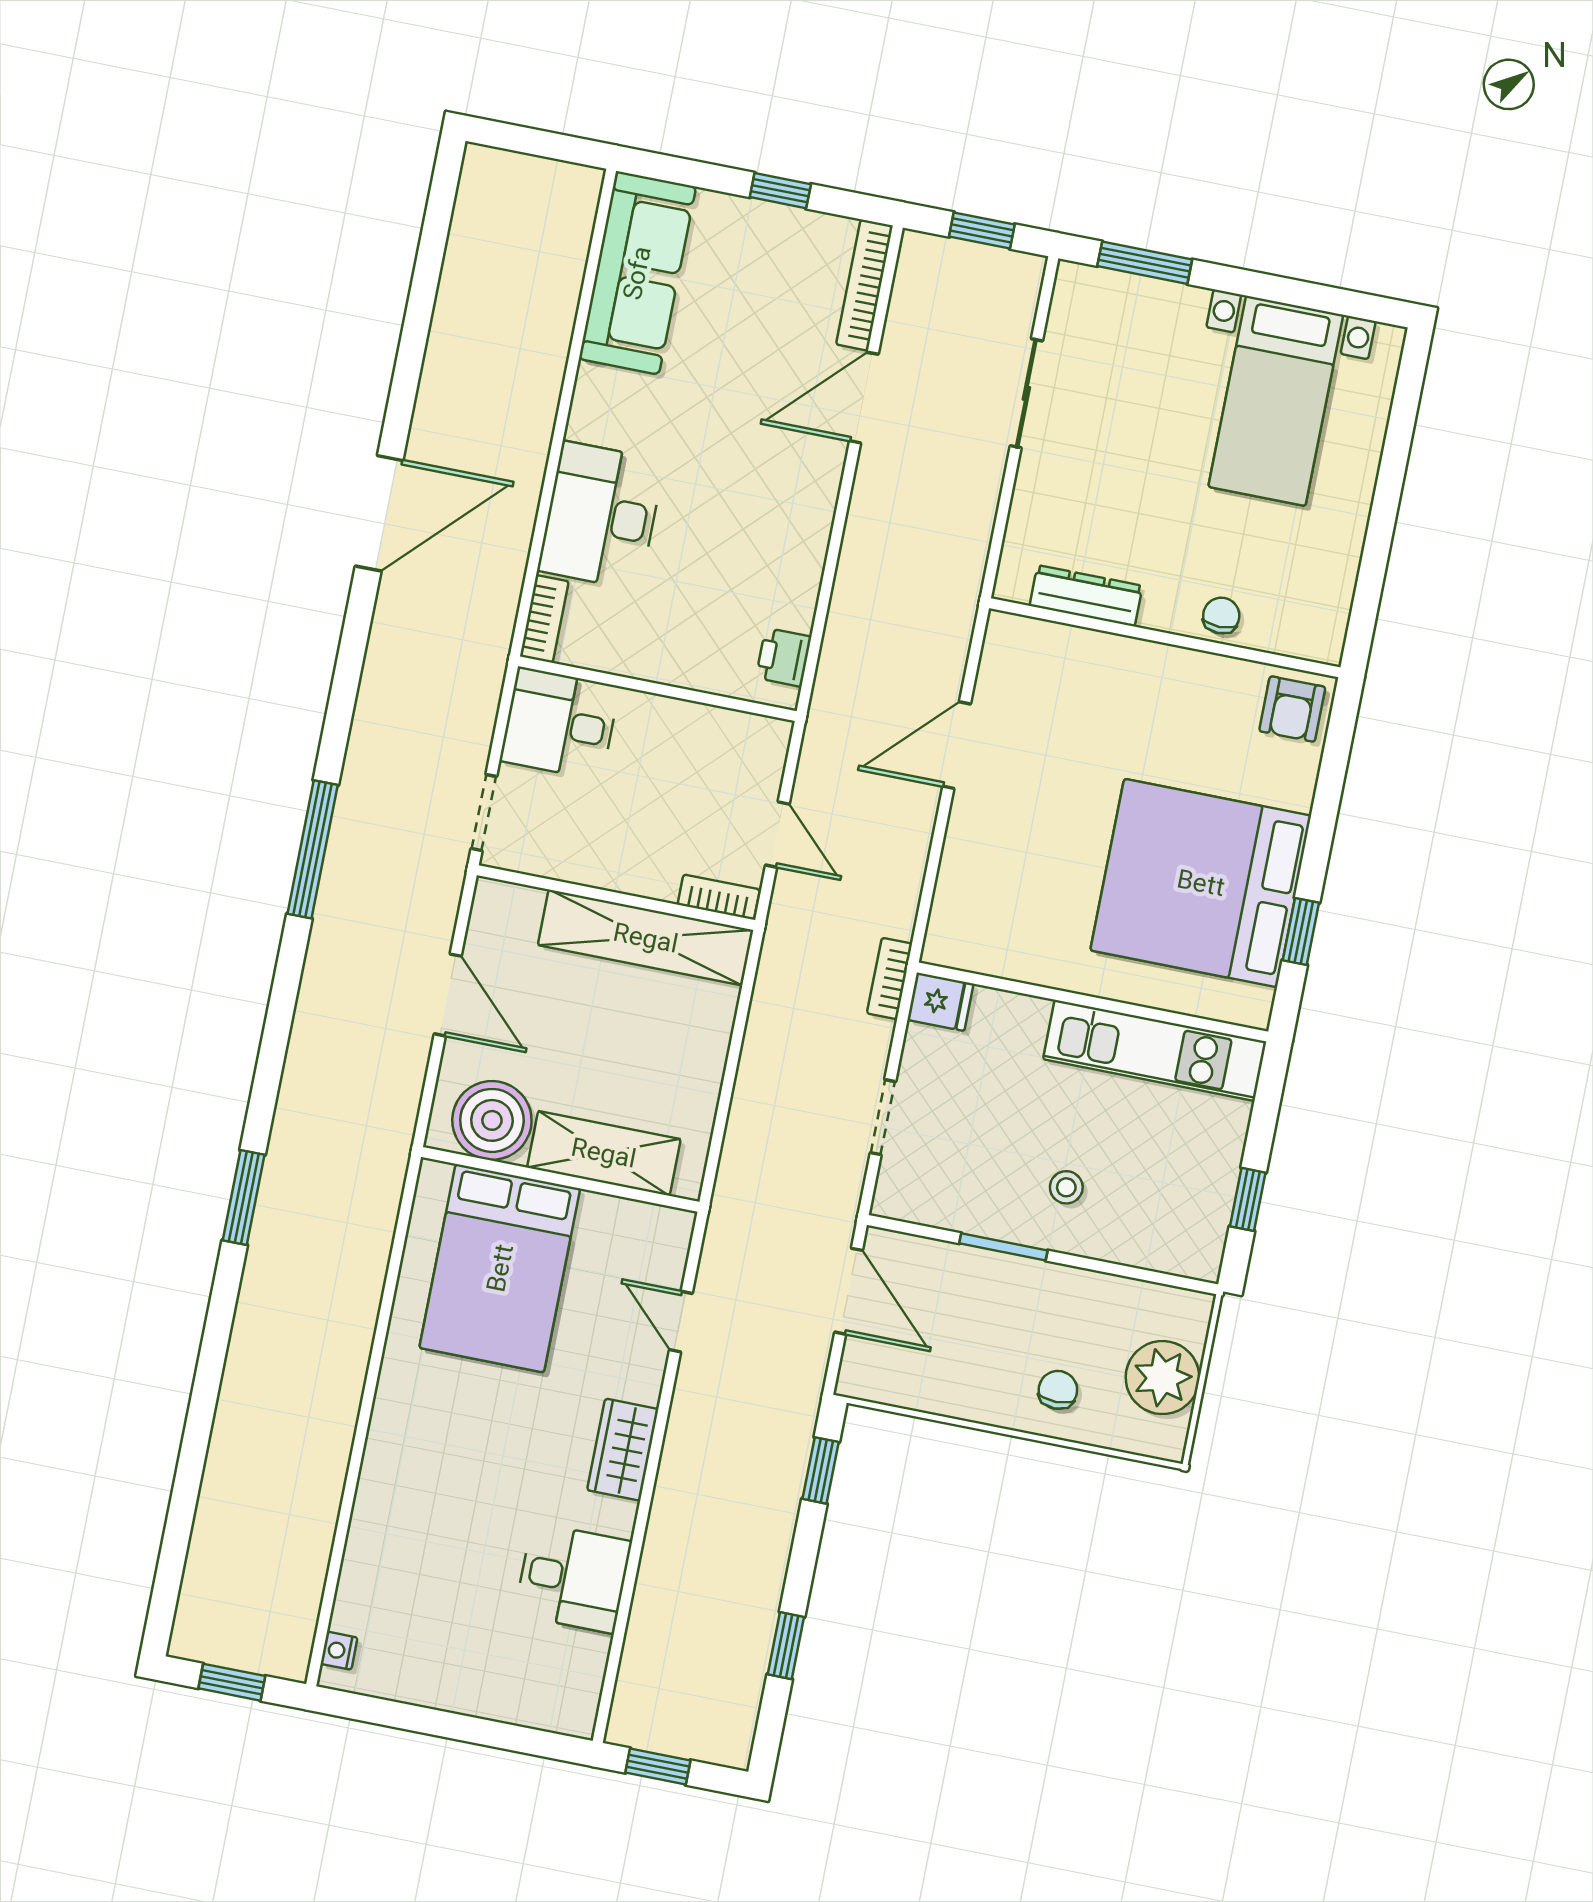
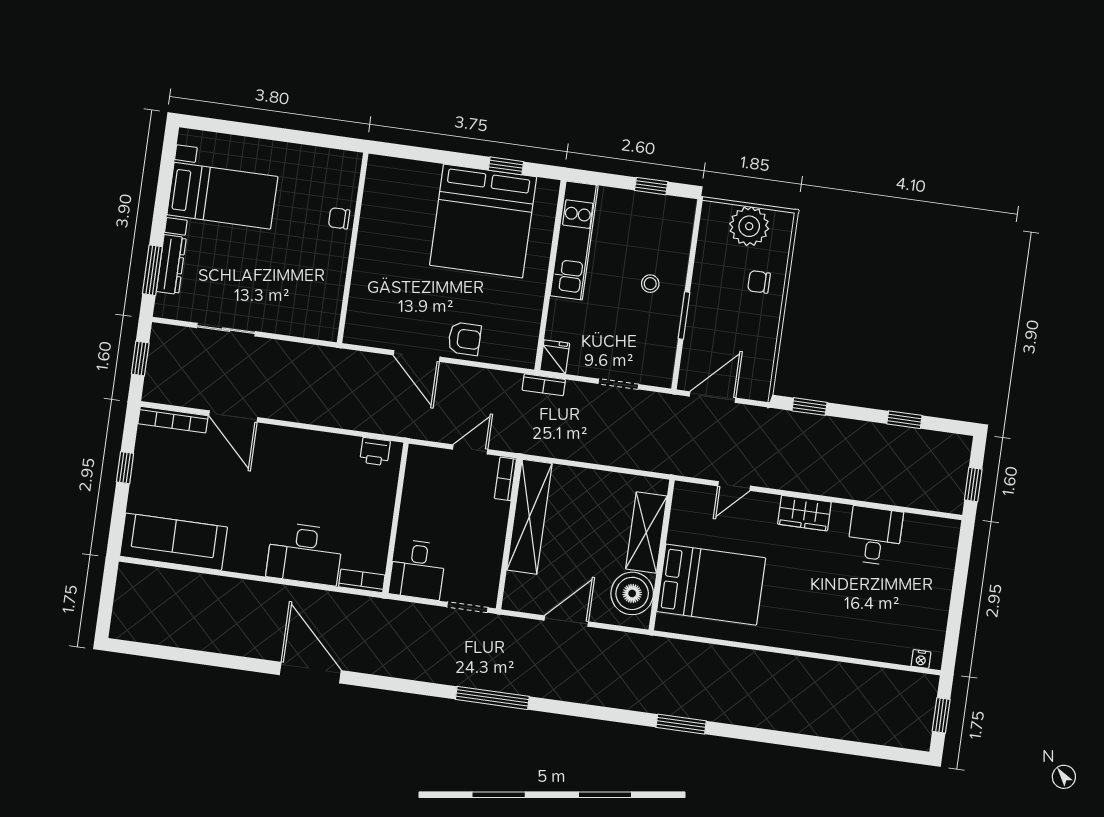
dresser: (1086, 596) -> (171, 264), moved, turned 180
armchair: (1292, 709) -> (464, 339), moved

